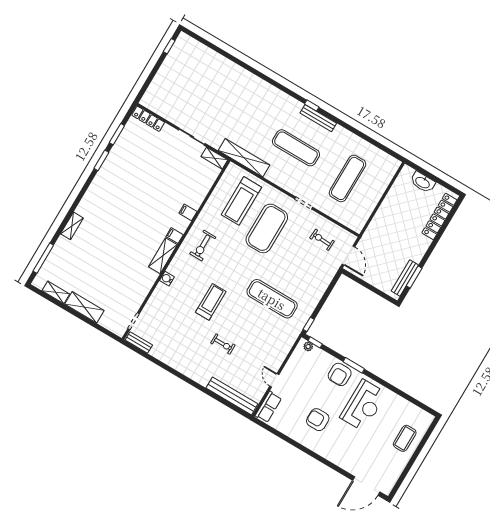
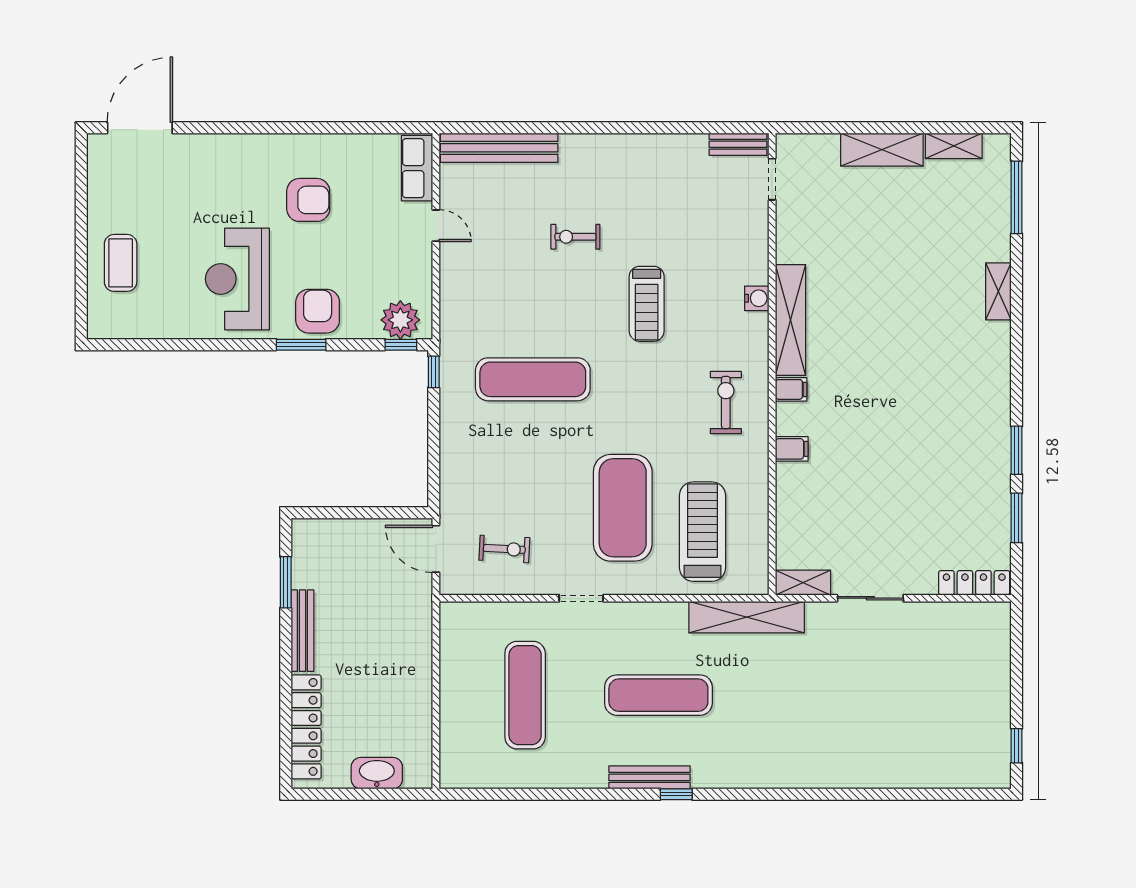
shelving: (163, 256) -> (791, 320), width x1.47
bench: (405, 278) -> (302, 631), moved
plant: (308, 346) -> (400, 320), width x1.87, depth x1.87

